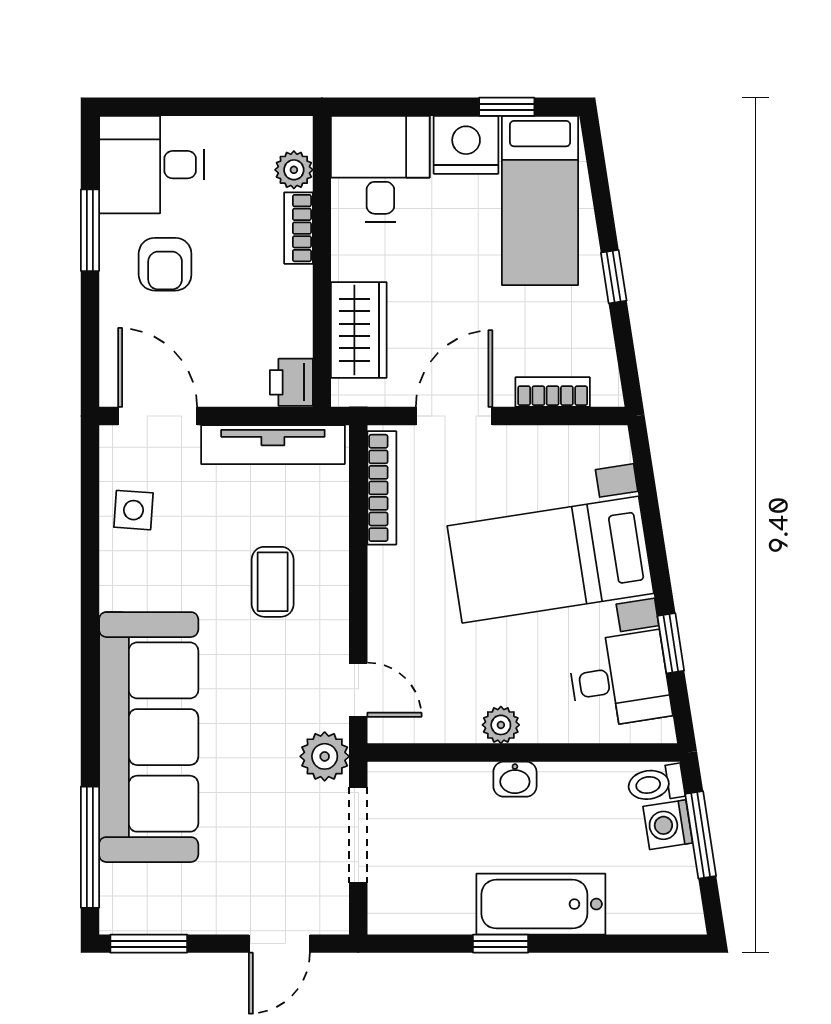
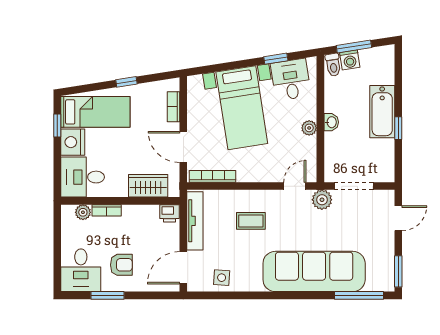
door: (279, 944) -> (398, 218), hinge flipped

